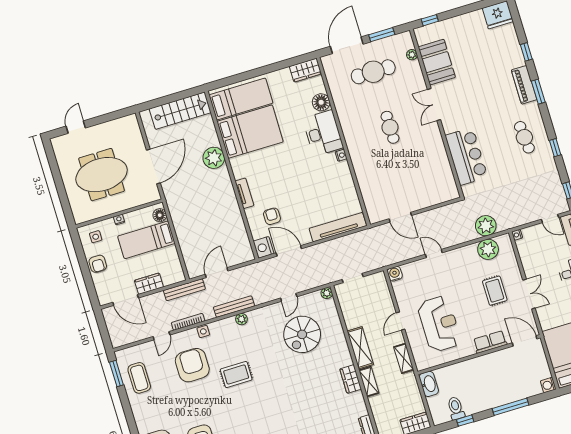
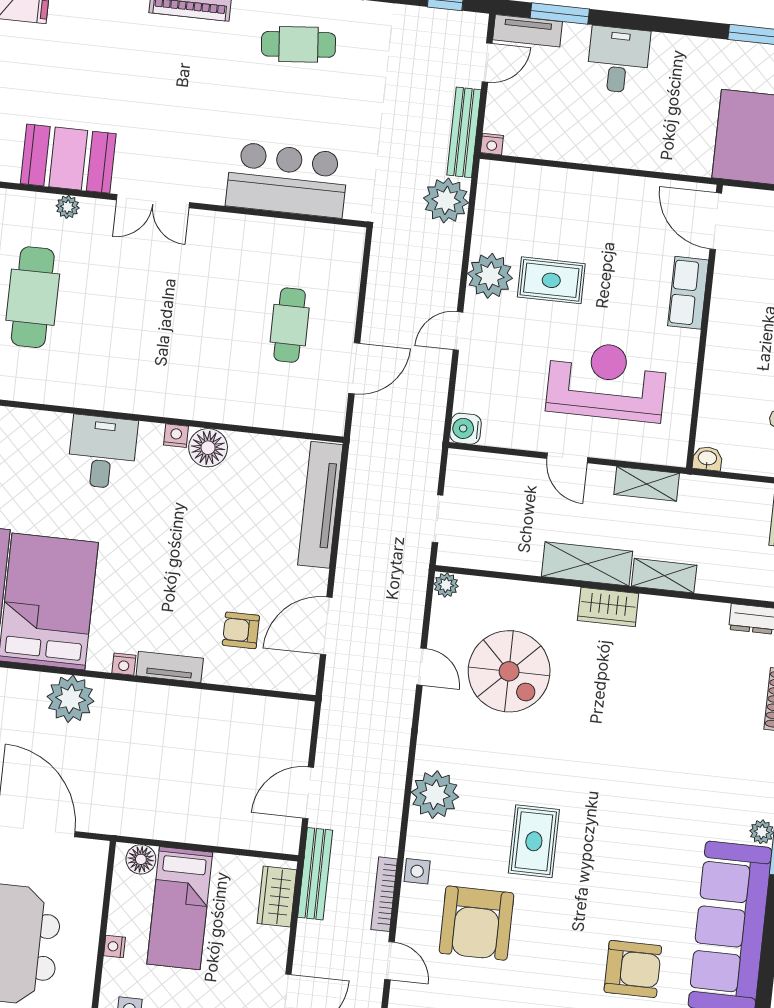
plant: (412, 55) -> (68, 207), moved
floor lamp: (321, 102) -> (208, 448), moved
cafe table: (390, 127) -> (290, 325), moved, turned 90
desk: (323, 133) -> (102, 452), width x0.73
nightstand: (263, 247) -> (124, 664), moved, width x0.53, depth x0.56
plant: (488, 249) -> (490, 276), moved
door: (217, 273) -> (308, 793), hinge flipped
wardrobe: (149, 284) -> (277, 897), moved
rug: (495, 291) -> (551, 280), moved
double door: (529, 294) -> (624, 171), removed
bench: (234, 307) -> (464, 132), moved
plant: (241, 319) -> (435, 795), width x1.87, depth x1.87
door: (525, 341) -> (716, 221), hinge flipped
armchair: (192, 365) -> (476, 923), turned -90
wardrobe: (351, 379) -> (608, 607), moved
washbasin: (429, 384) -> (707, 459), width x0.52, depth x0.69

